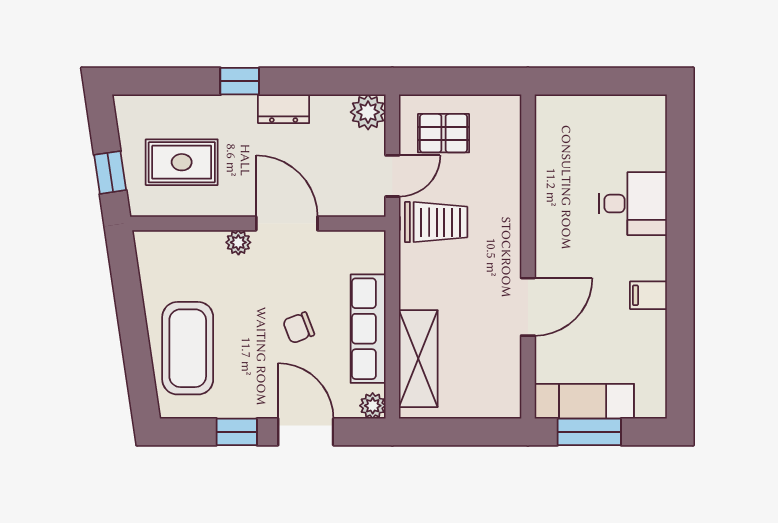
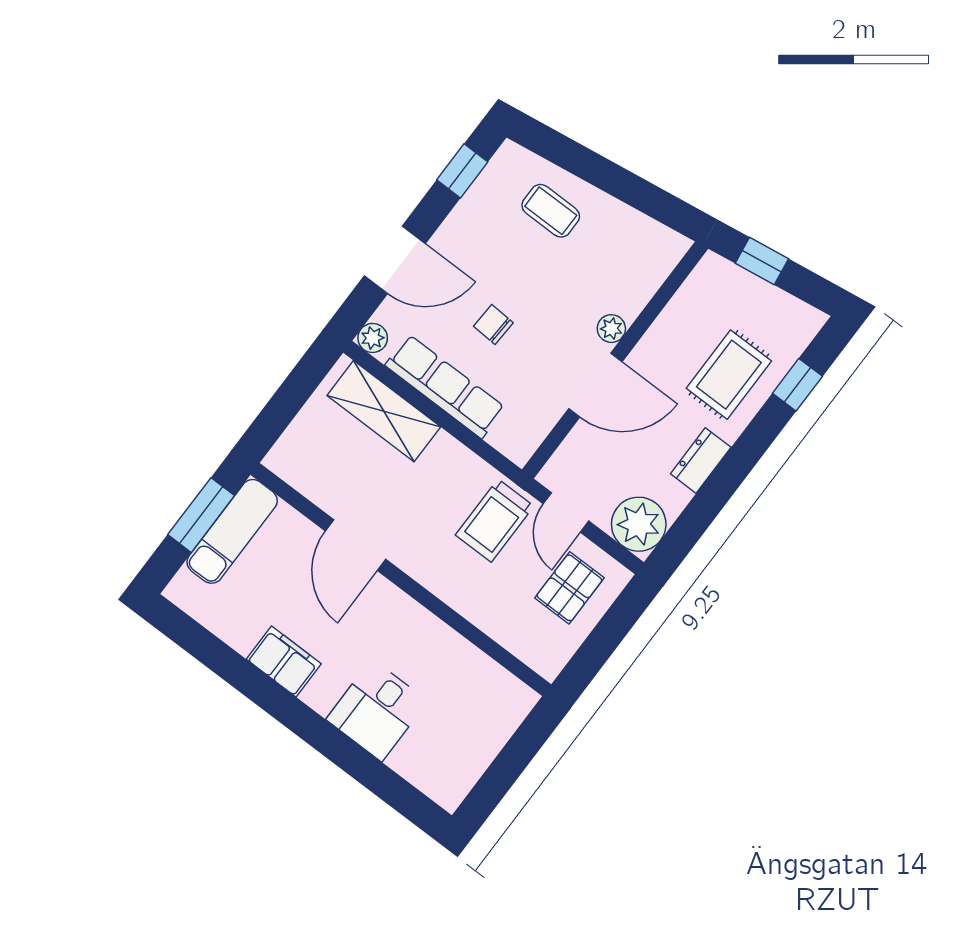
window: (240, 81) -> (797, 385), moved
plant: (368, 112) -> (639, 524), width x1.36, depth x1.36
rug: (182, 162) -> (729, 375), moved
filing cabinet: (648, 295) -> (284, 661), width x2.00
chair: (299, 328) -> (493, 324), turned -66
coffee table: (188, 348) -> (551, 211), width x0.54, depth x0.58
window: (237, 432) -> (462, 171), moved

